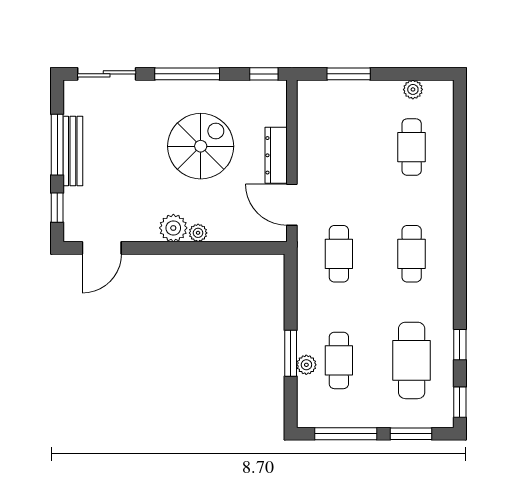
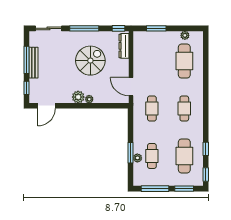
cafe table: (412, 147) -> (184, 61), width x1.37, depth x1.35
dresser: (276, 155) -> (124, 46), moved

